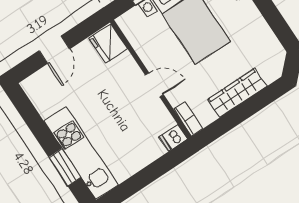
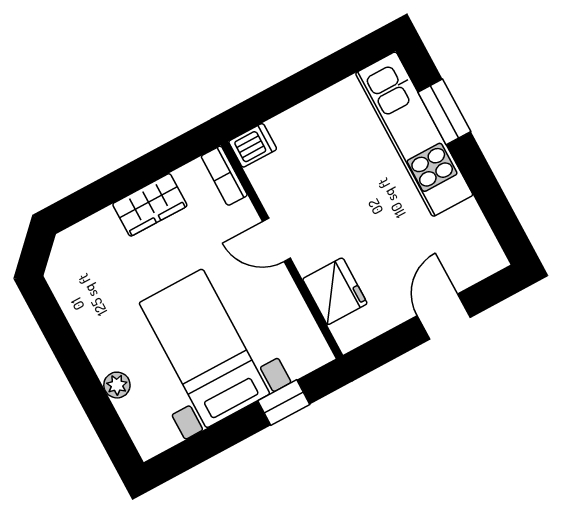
fridge: (108, 43) -> (335, 291), moved
wardrobe: (237, 93) -> (150, 205), width x0.67

